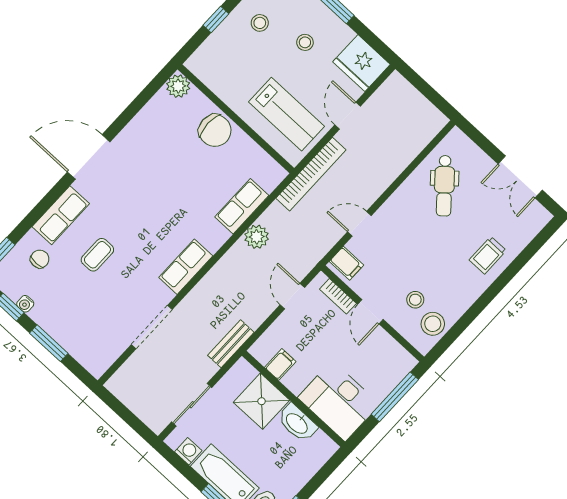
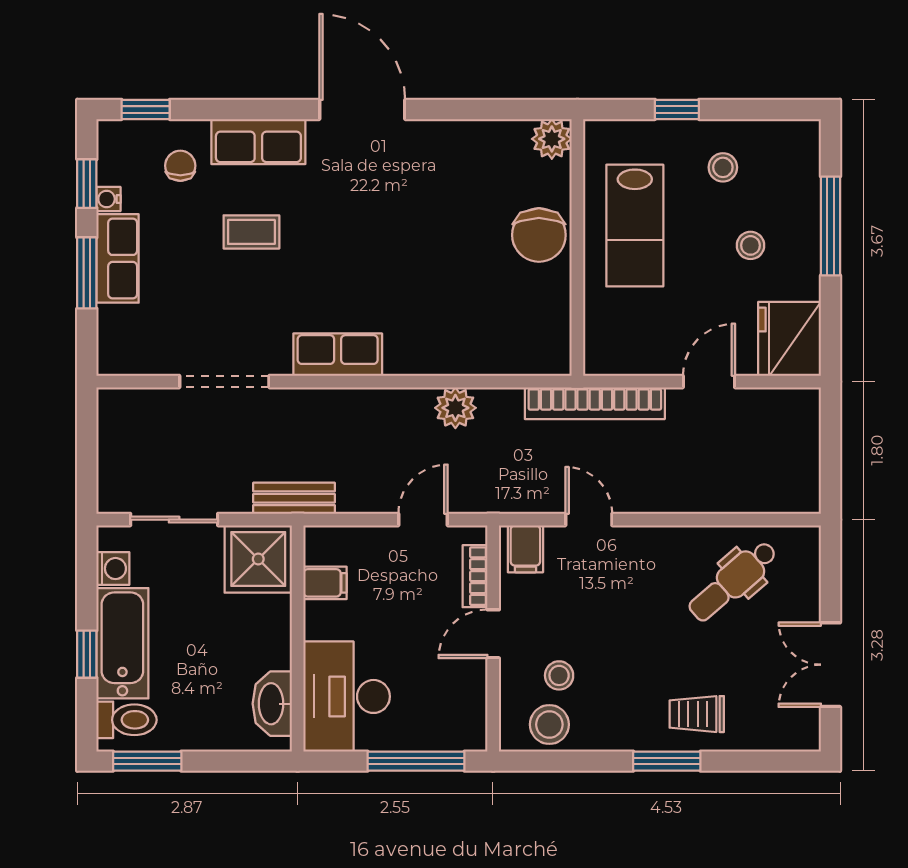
lab bench: (287, 114) -> (635, 226), moved
row of seats: (242, 206) -> (118, 258), moved, turned 90
chair: (40, 259) -> (180, 166), turned -90
window: (496, 287) -> (667, 761), added
shower: (262, 401) -> (258, 559), moved
washbasin: (297, 423) -> (272, 704), moved

